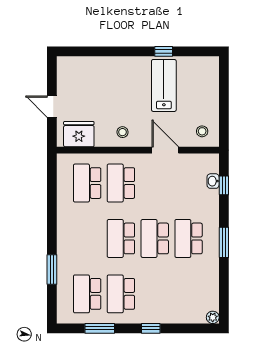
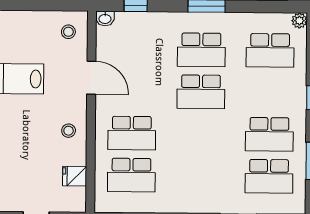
fridge: (79, 134) -> (75, 176), width x0.53, depth x0.75
door: (165, 150) -> (91, 78), swing flipped
washbasin: (213, 181) -> (105, 19), moved
school desk: (121, 238) -> (270, 50), moved

